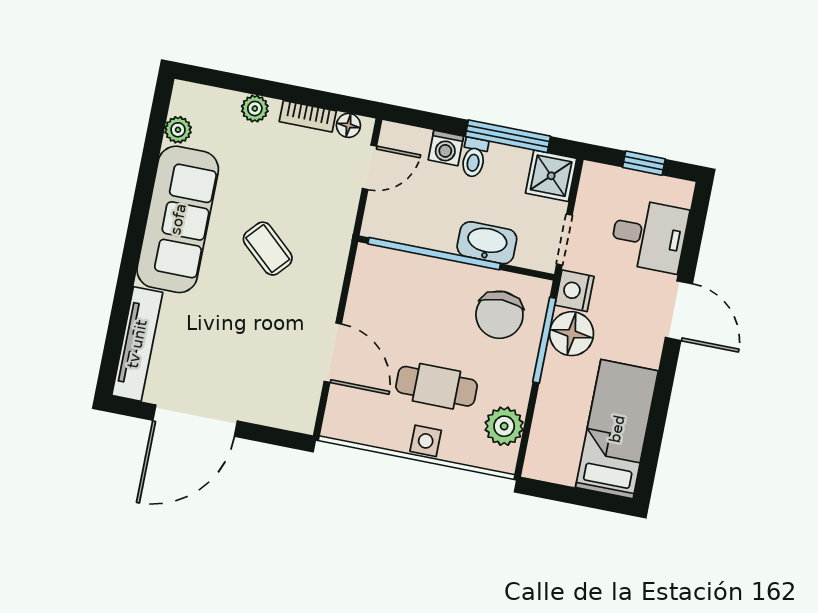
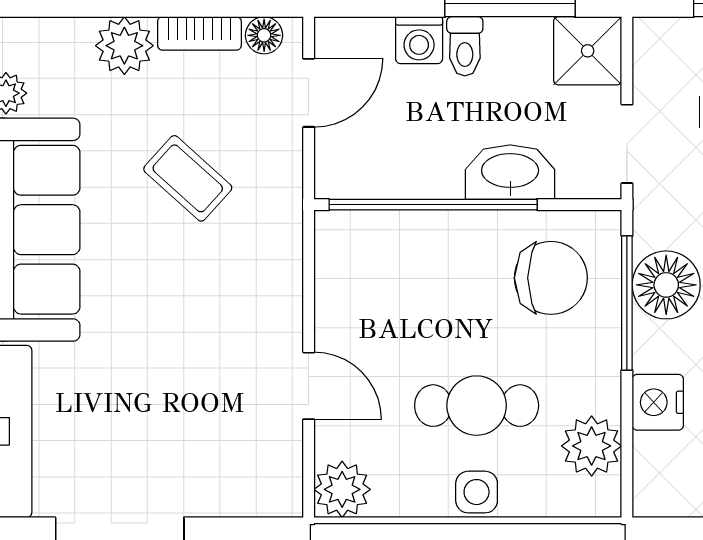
plant: (255, 109) -> (124, 46), width x1.38, depth x1.38
coffee table: (268, 249) -> (188, 178), moved
nightstand: (574, 291) -> (658, 402), moved
chair: (499, 315) -> (551, 278), turned -90
door: (333, 353) -> (309, 386), width x0.73
plant: (341, 422) -> (342, 489), added

